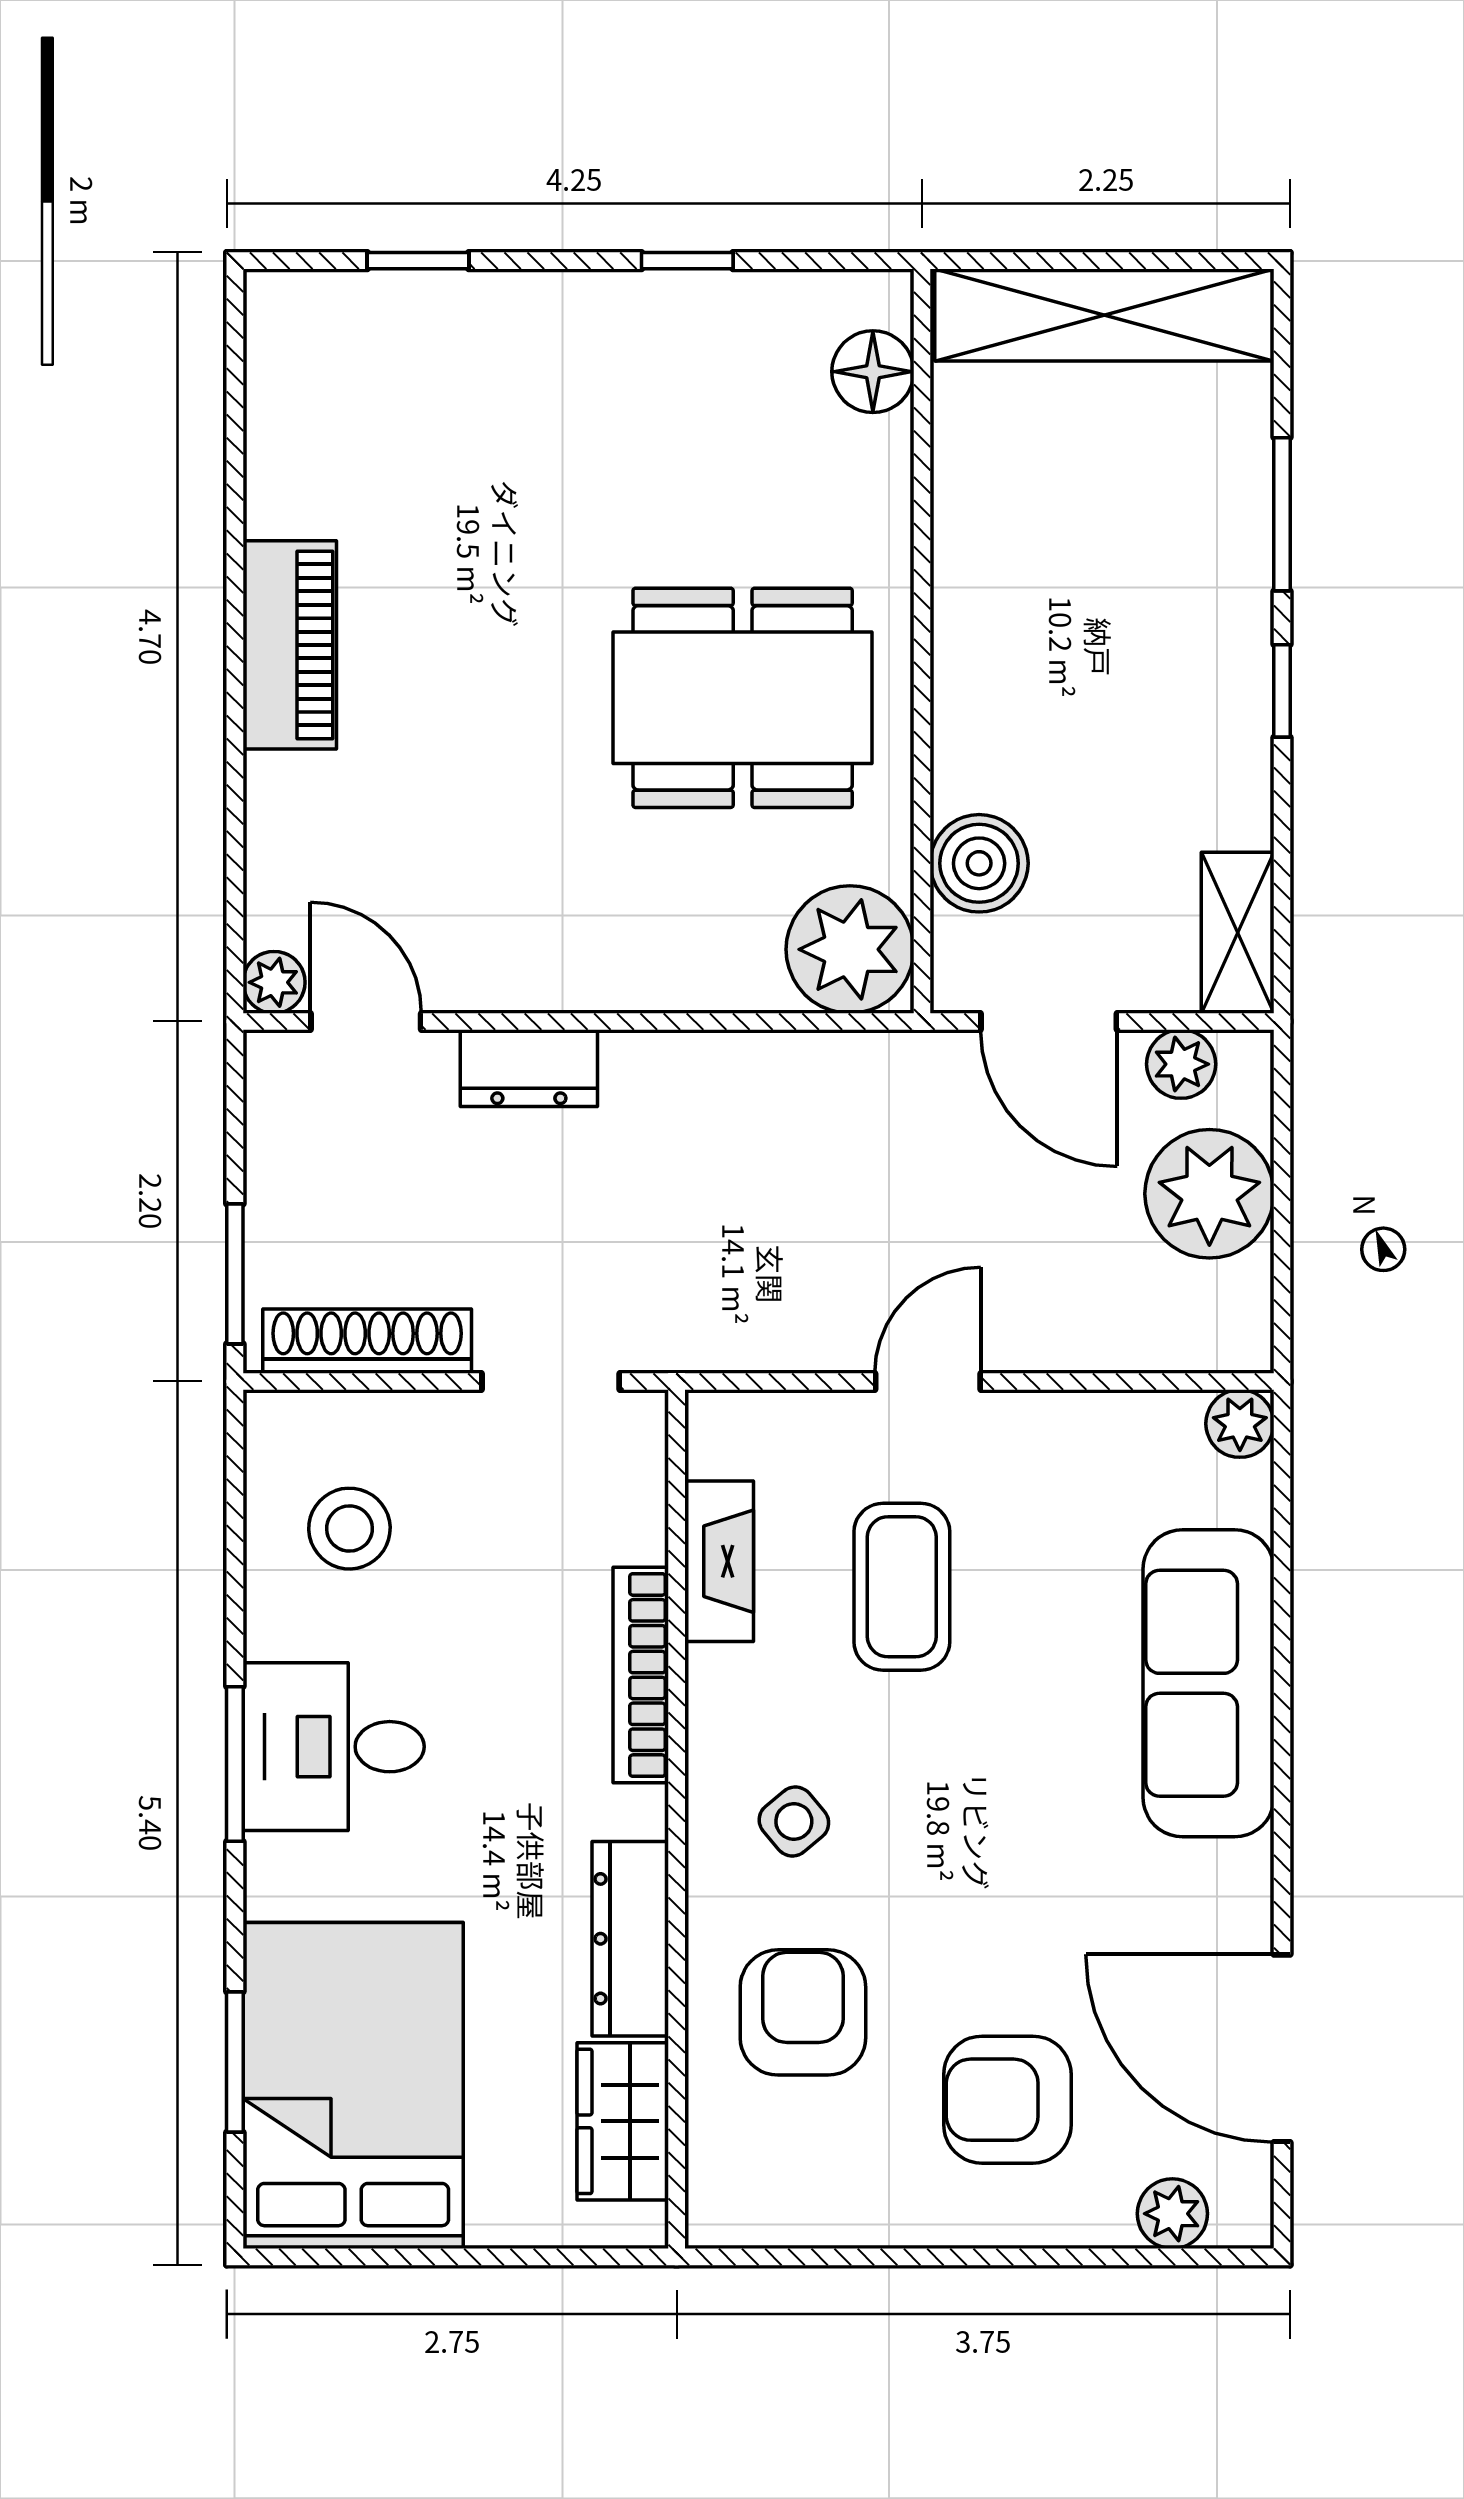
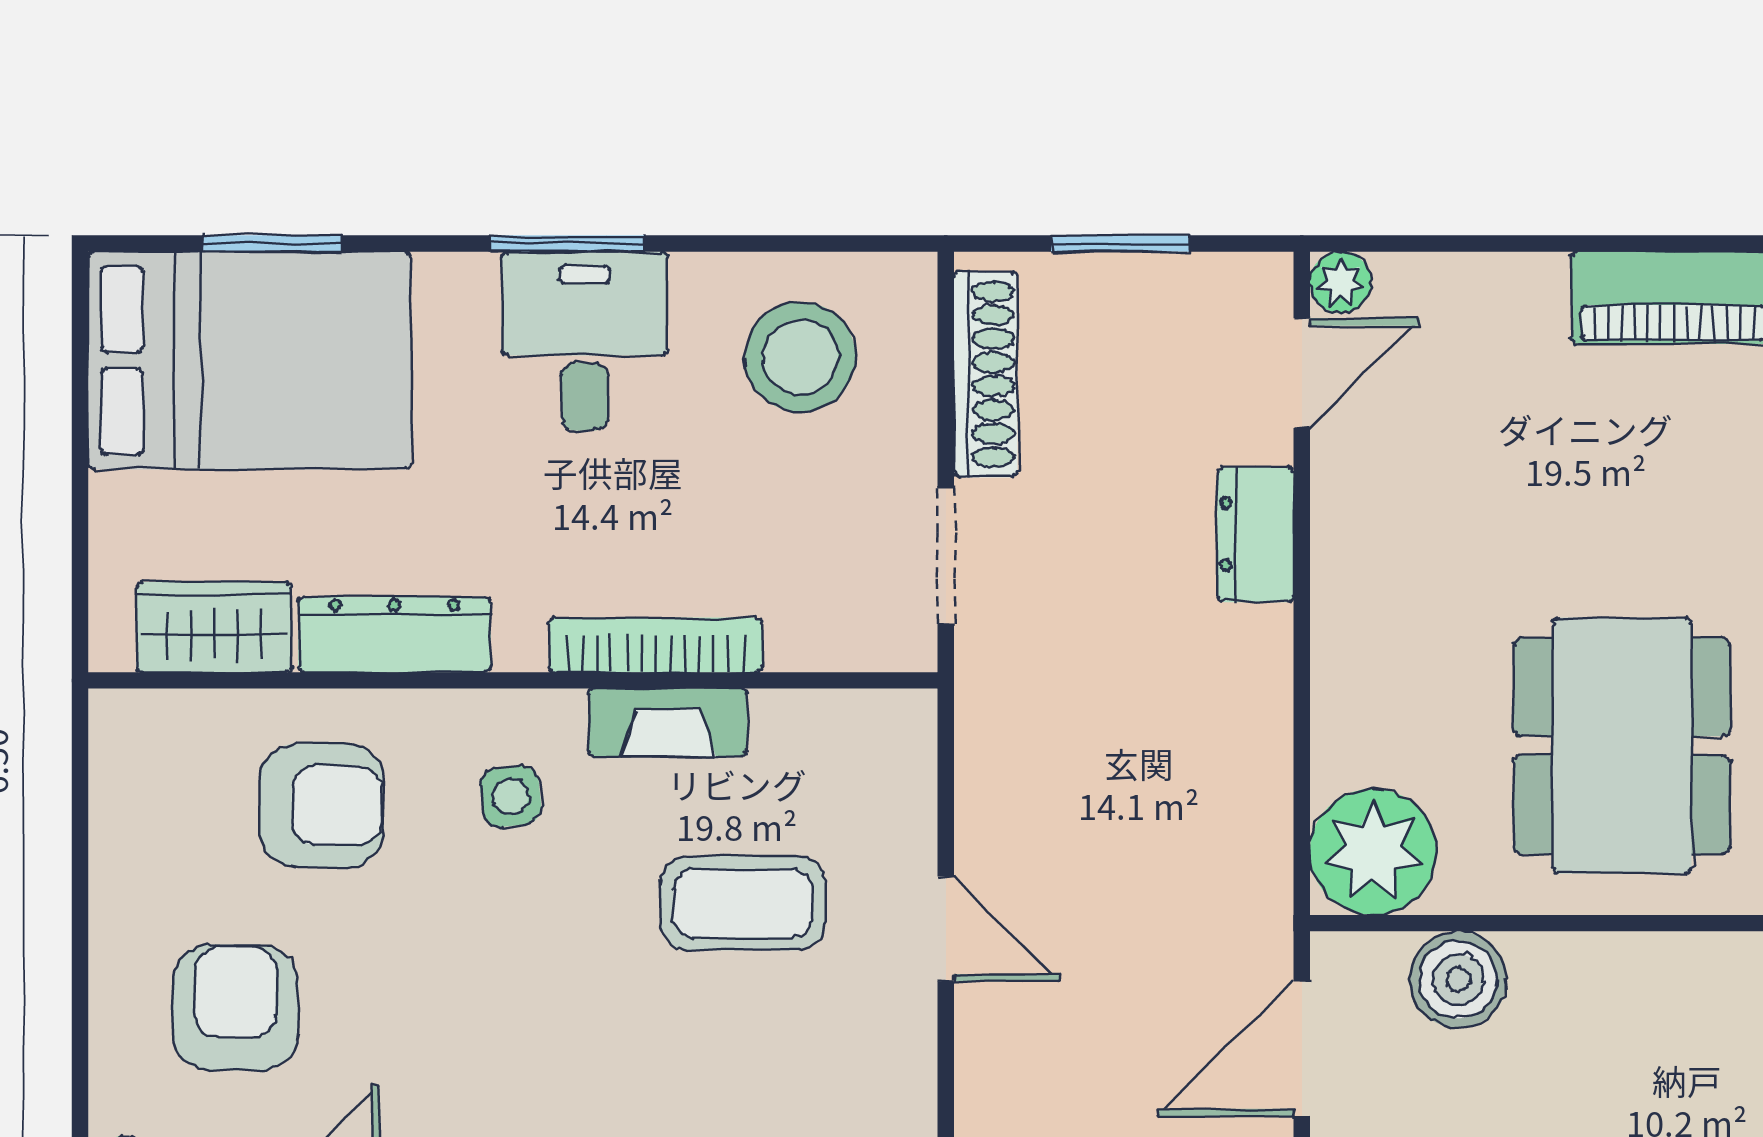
window: (235, 1274) -> (1120, 243), moved
stool: (349, 1529) -> (800, 357), width x1.38, depth x1.38
fireplace: (719, 1561) -> (668, 722), moved
side table: (794, 1821) -> (511, 796), turned 34

